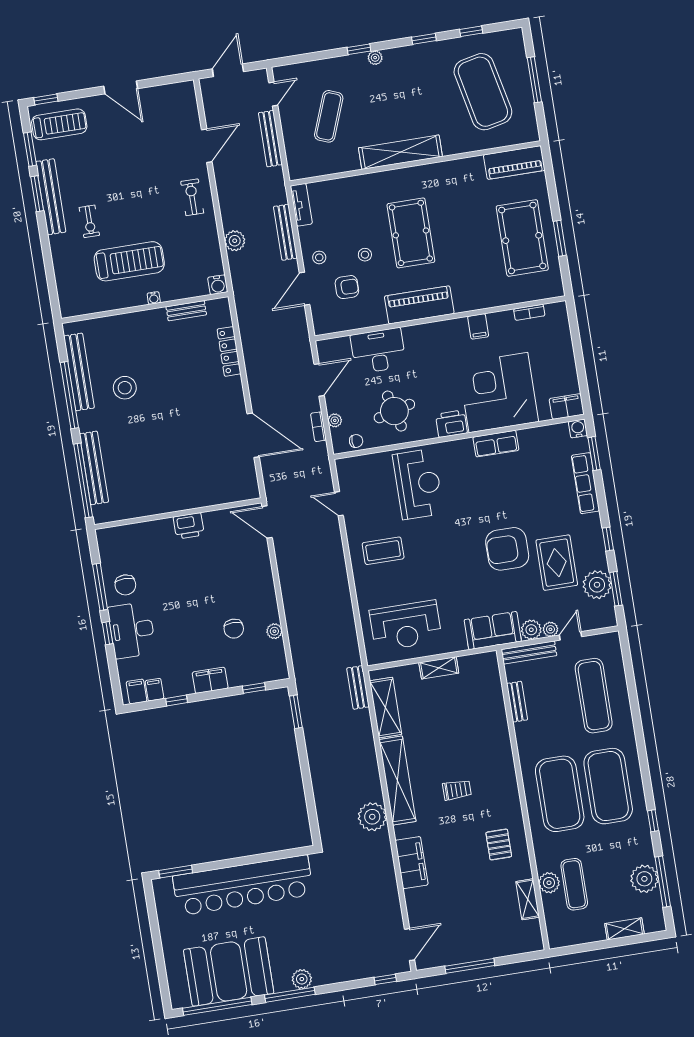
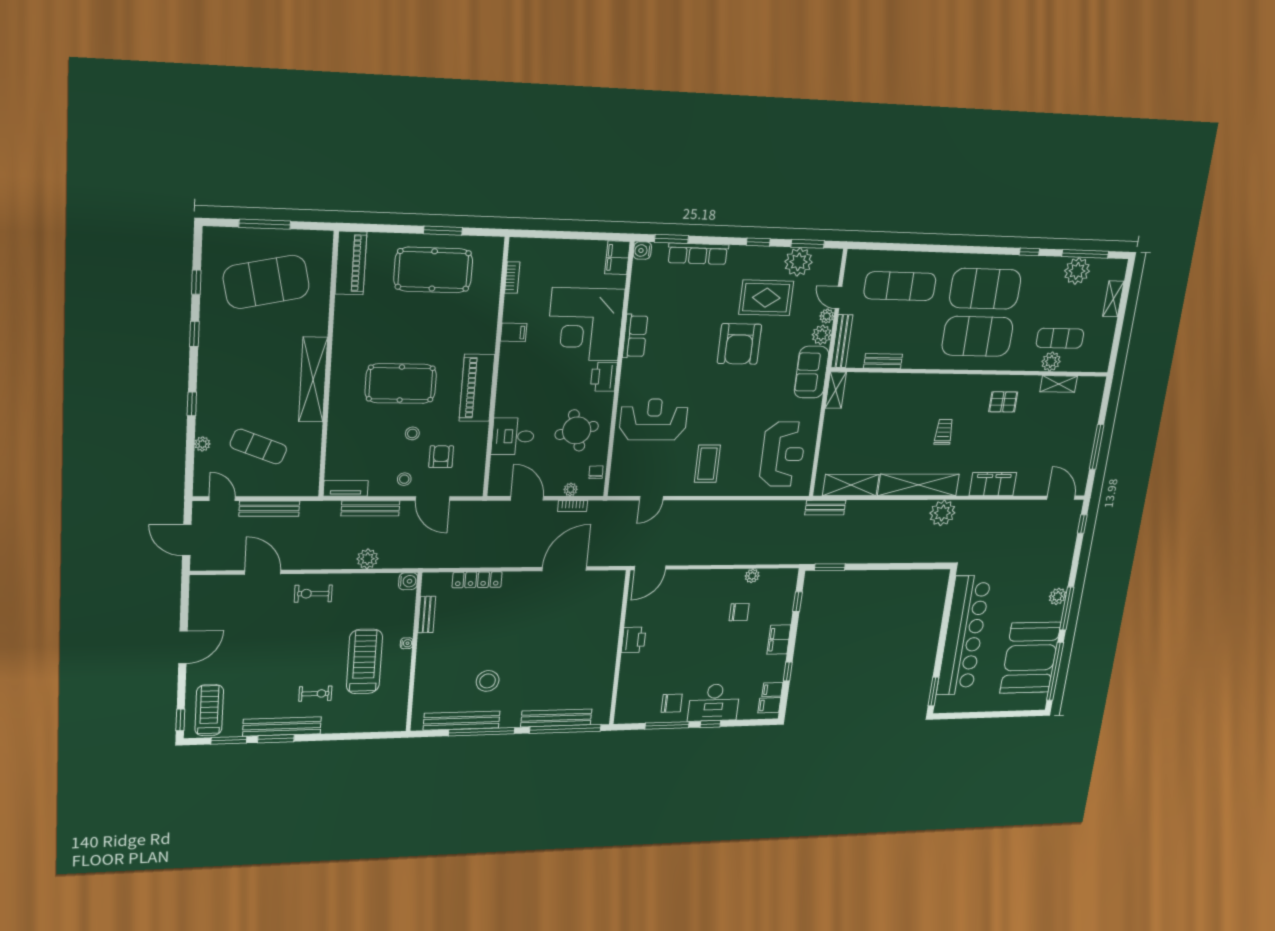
plant: (375, 58) -> (202, 444), moved
desk: (378, 351) -> (513, 436), width x0.73
shelving: (439, 668) -> (836, 390), moved

